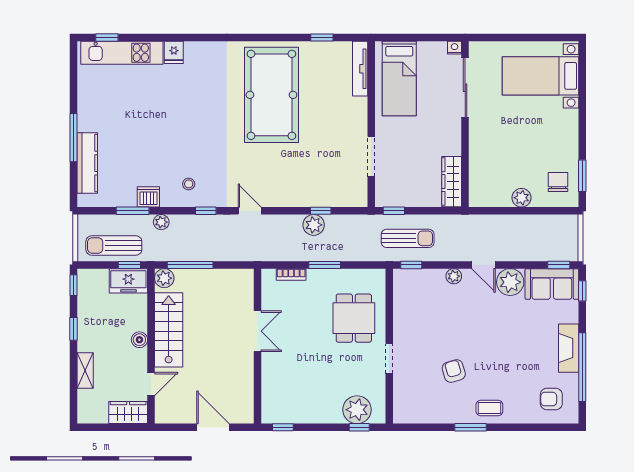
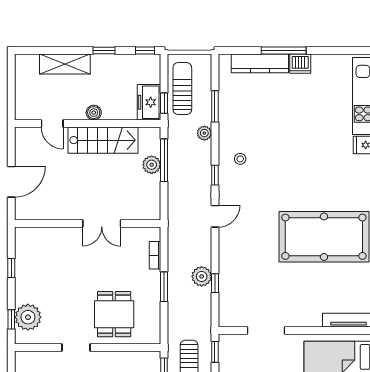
dishwasher: (148, 197) -> (300, 64), moved, turned 90
plant: (164, 278) -> (152, 165), moved
dining table: (354, 318) -> (114, 314), turned 90
shelving: (85, 370) -> (65, 64), width x1.50, depth x1.33
wardrobe: (128, 413) -> (25, 102), removed
window: (283, 427) -> (11, 268), moved

